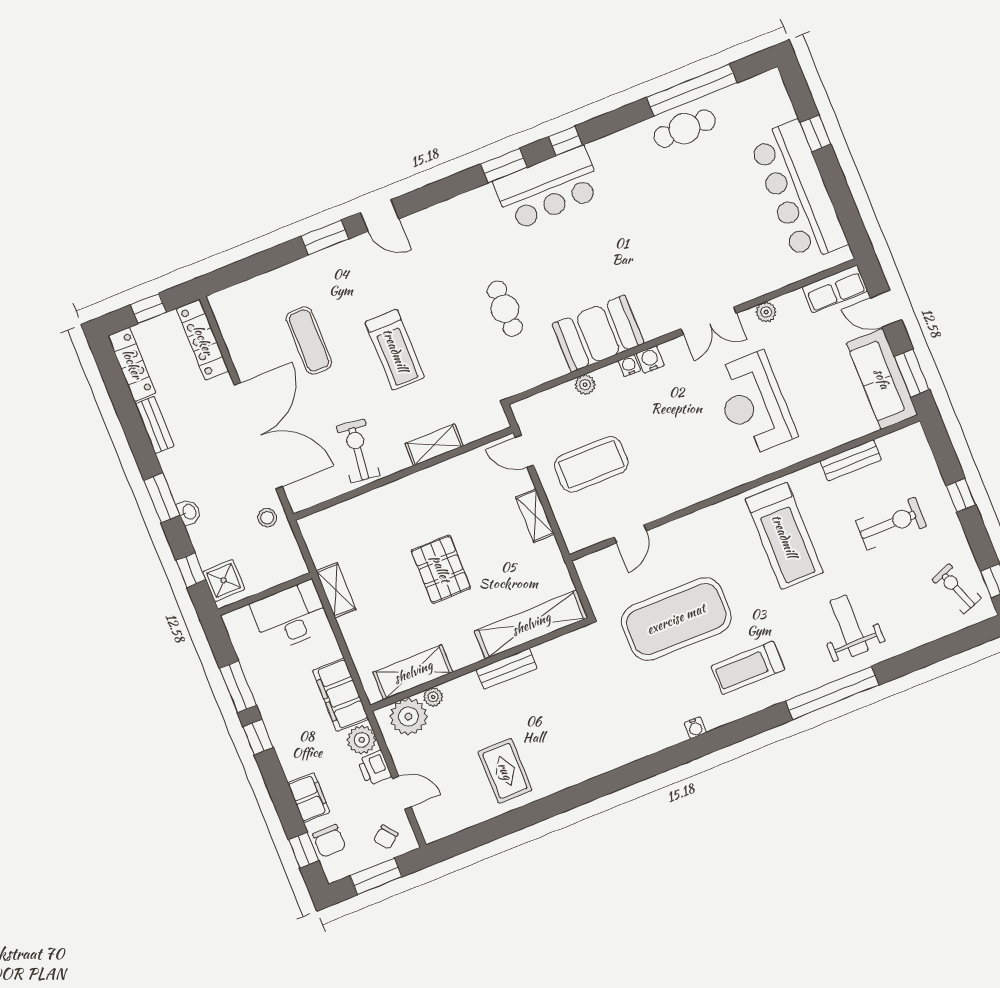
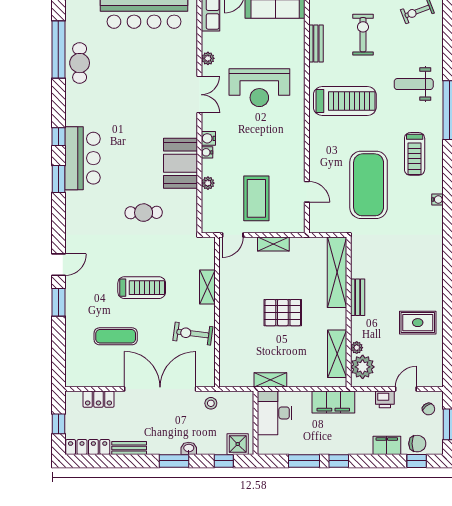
locker: (203, 340) -> (98, 399), width x0.66
plant: (362, 740) -> (365, 400), removed

